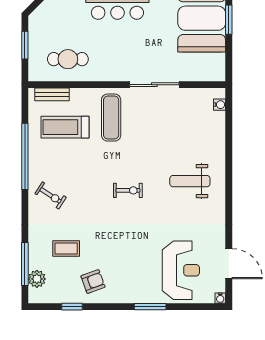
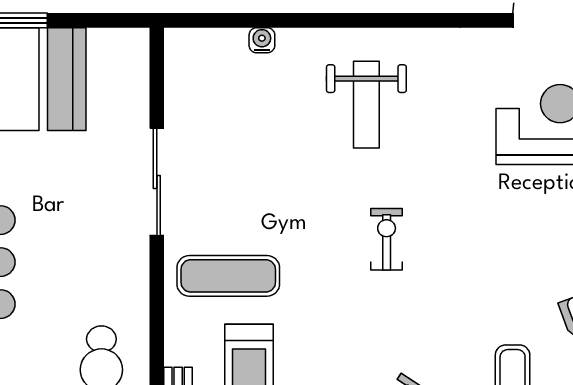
water cooler: (220, 105) -> (262, 40), moved

